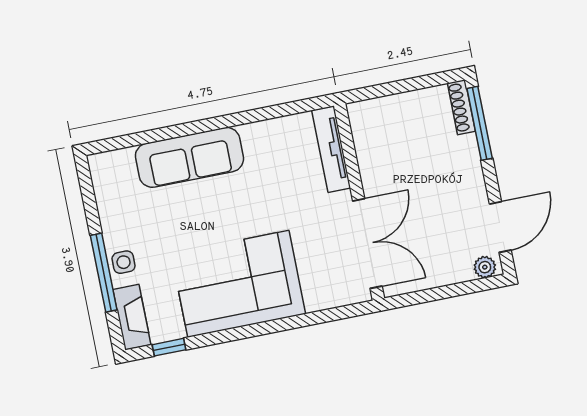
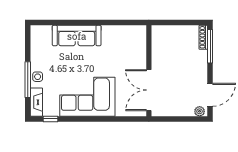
tv unit: (331, 149) -> (141, 45), removed
double door: (367, 244) -> (149, 90), swing flipped

